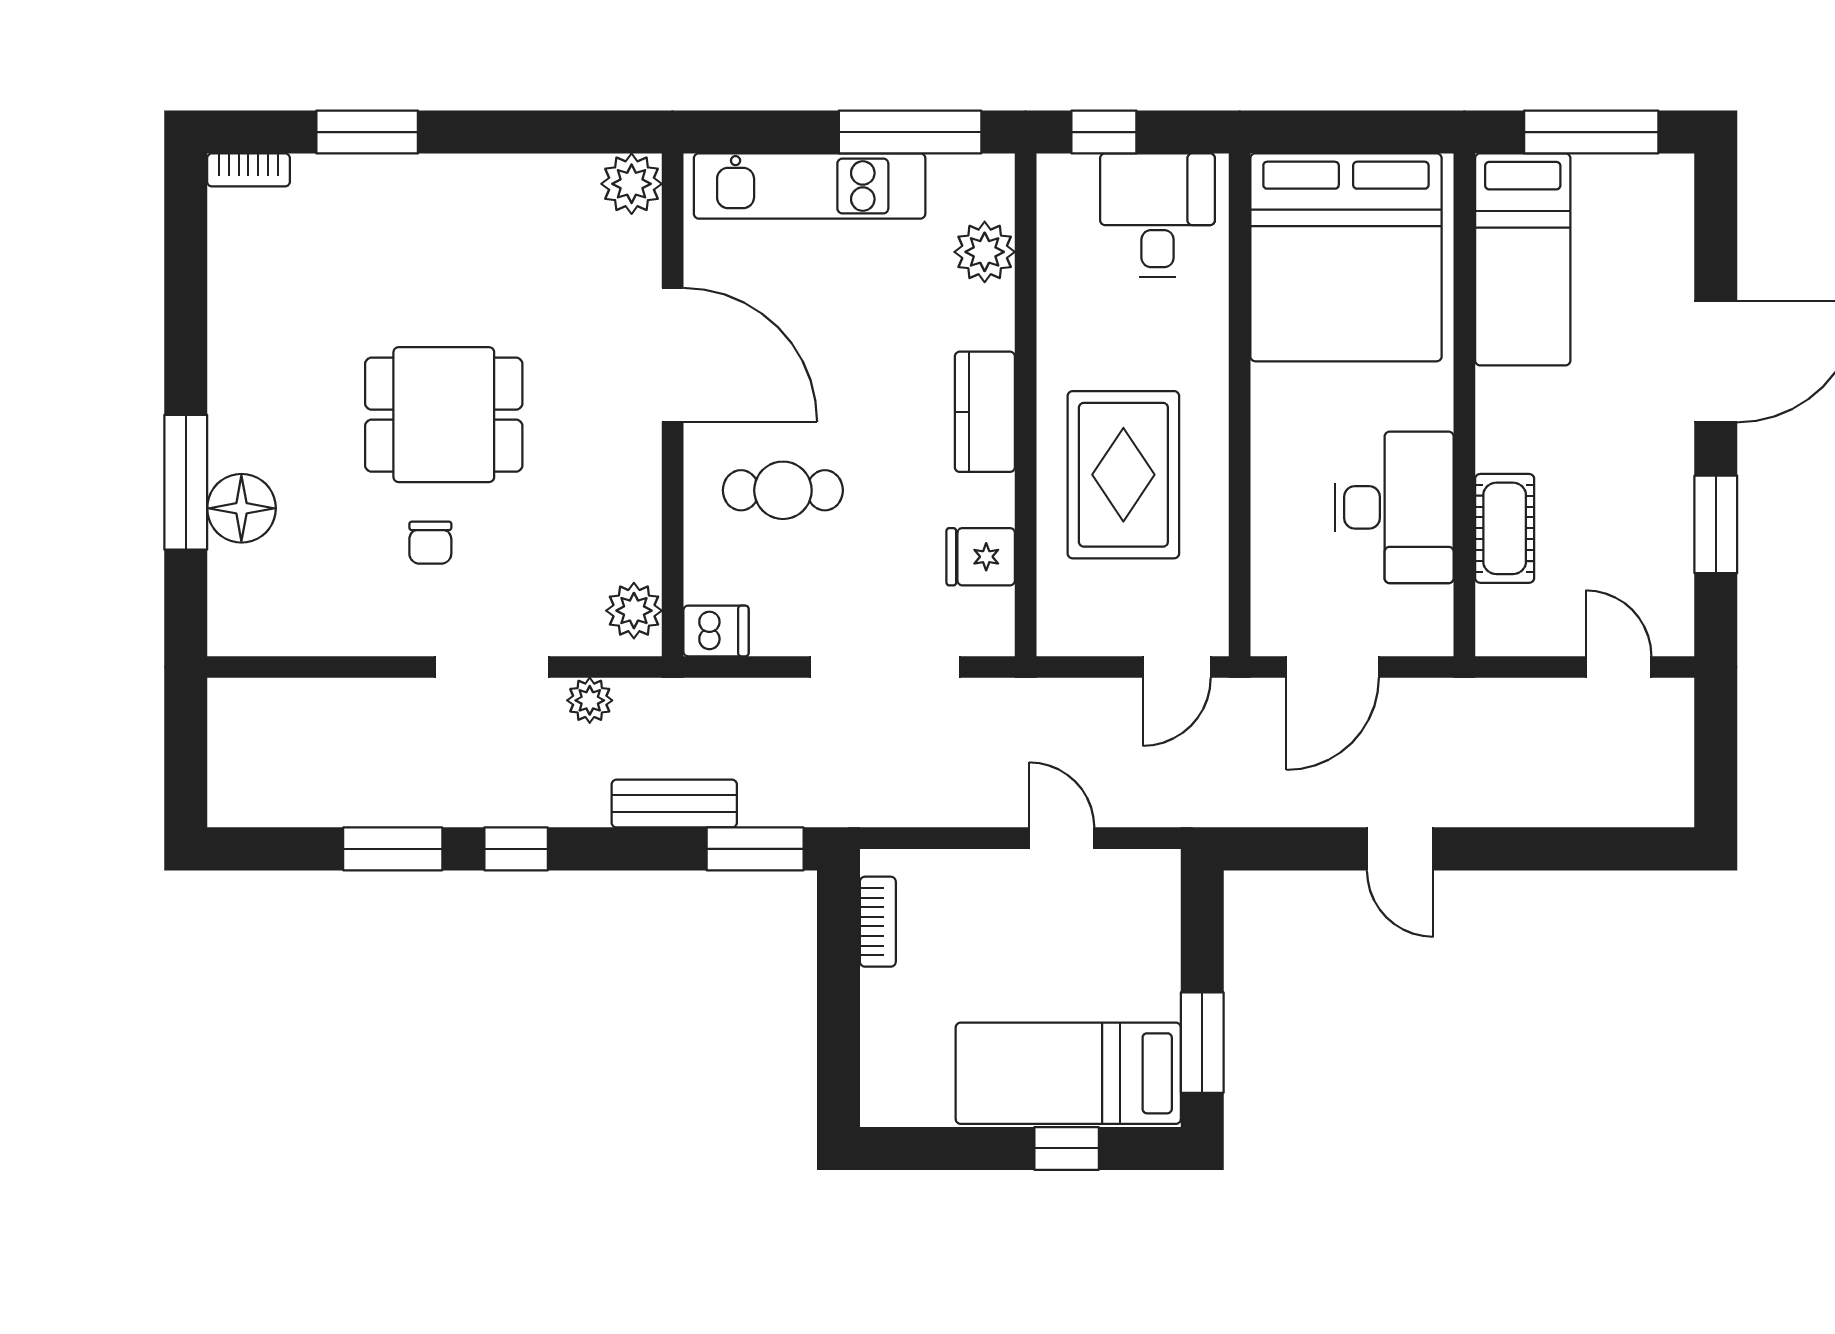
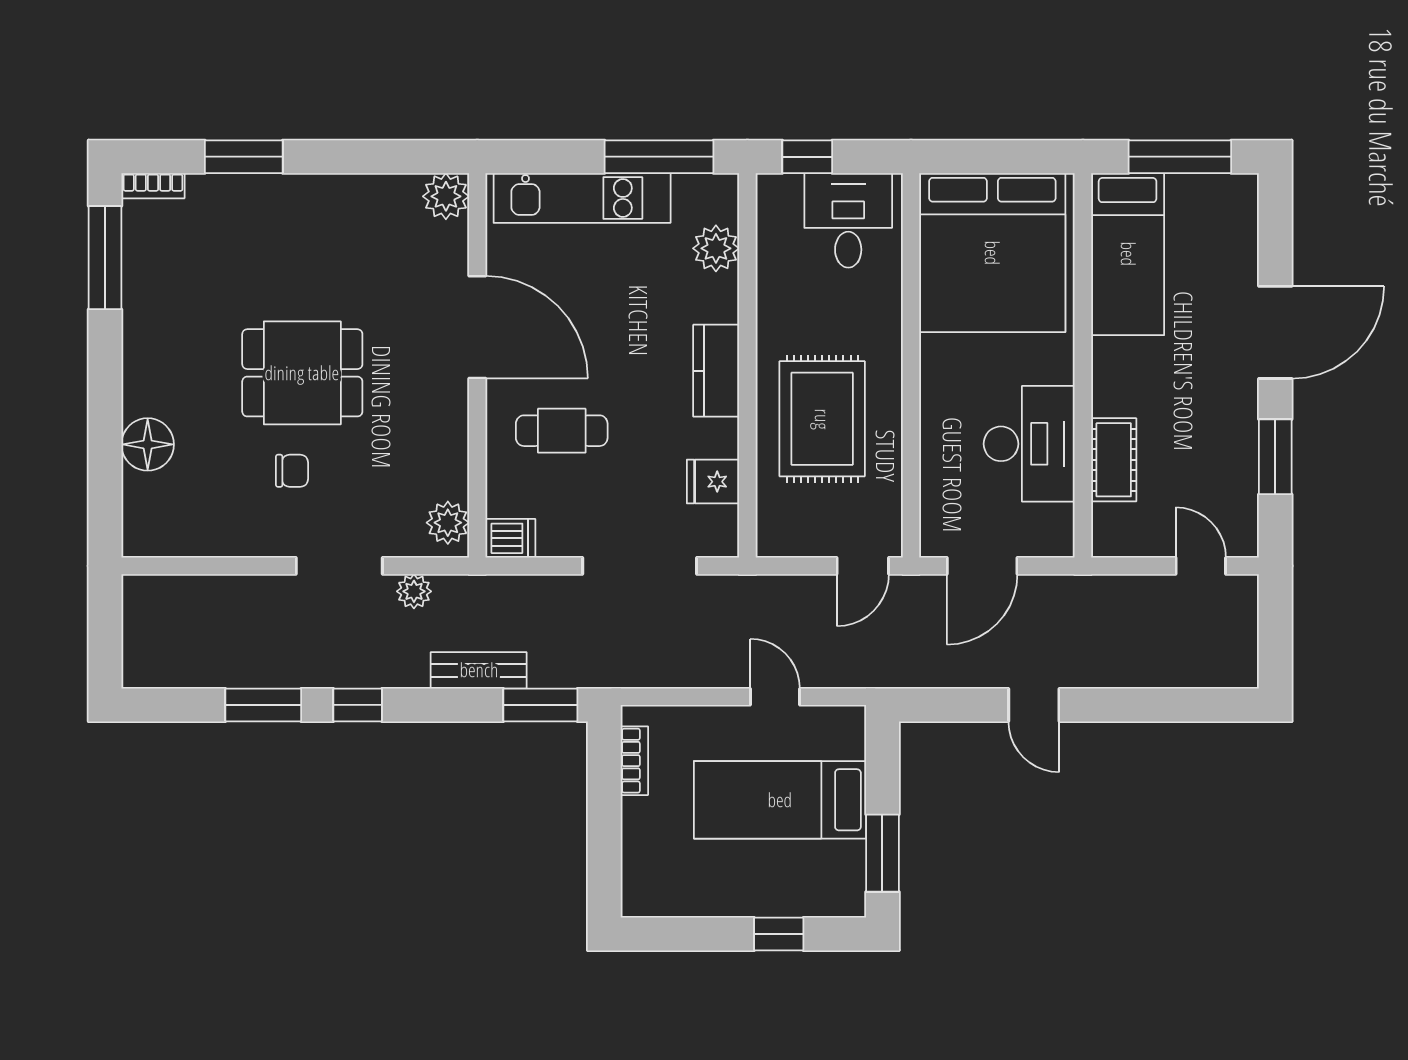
window: (186, 482) -> (105, 258), moved
chair: (430, 543) -> (292, 471), turned -90
bed: (1068, 1073) -> (780, 800), moved

